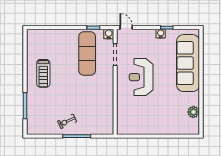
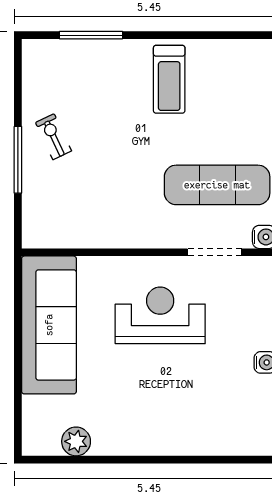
sofa: (188, 63) -> (49, 325), moved, turned 90
treadmill: (43, 73) -> (169, 79), turned -90

